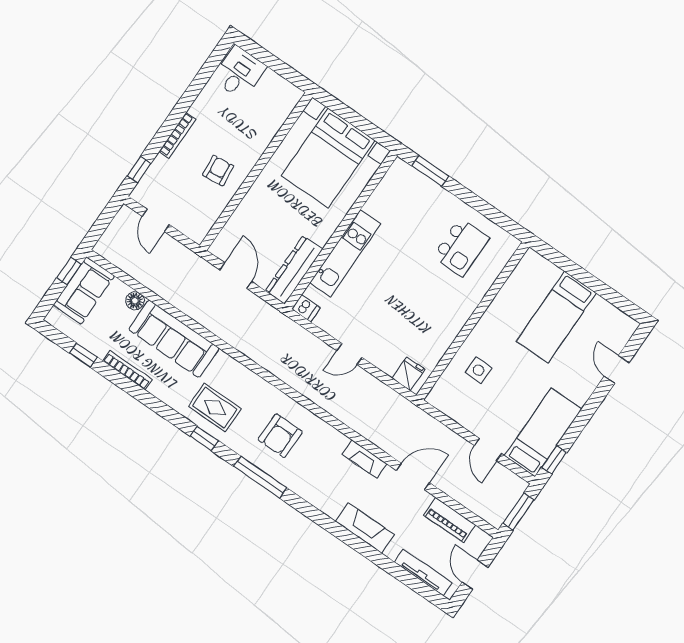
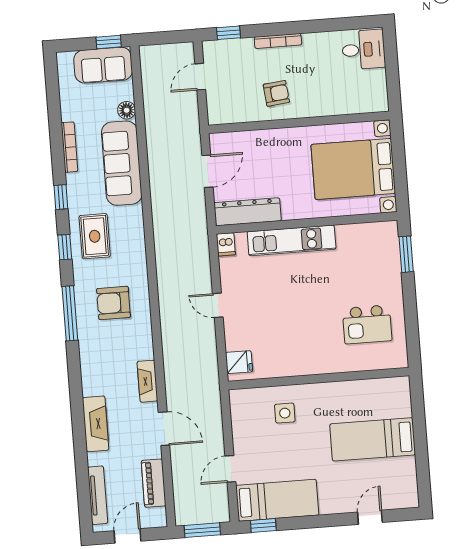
window: (83, 355) -> (61, 197), moved

